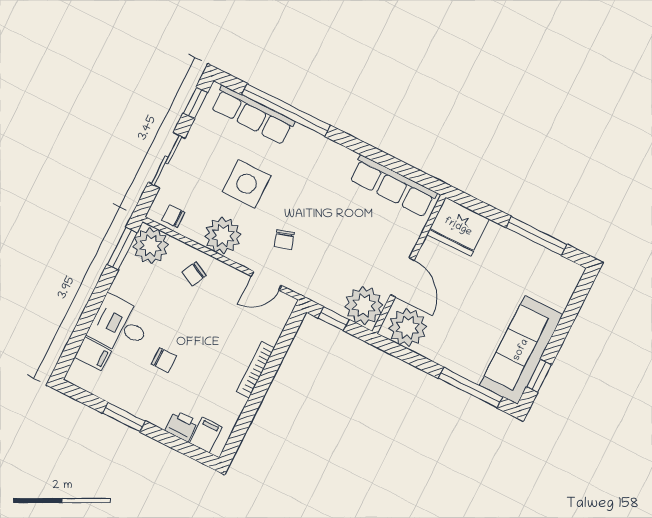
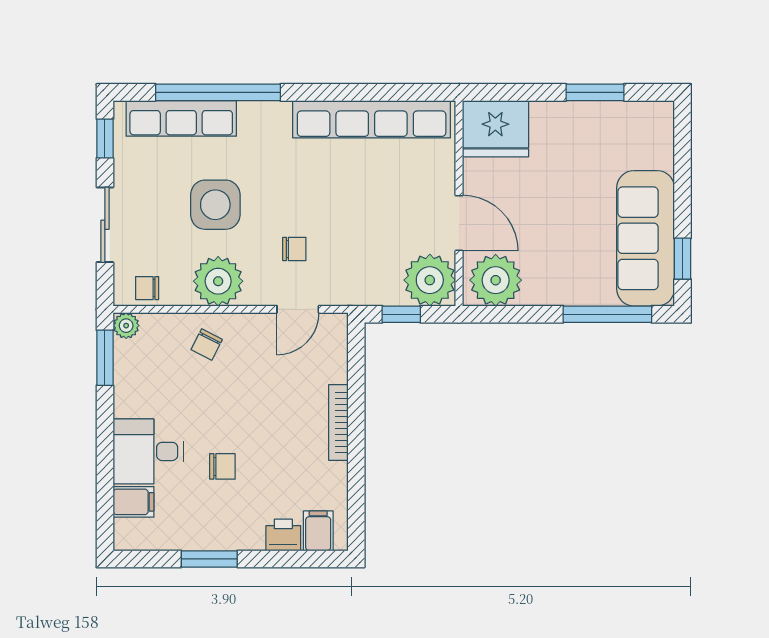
row of seats: (393, 186) -> (372, 119), width x1.36
window: (536, 236) -> (595, 92), width x0.69
chair: (284, 240) -> (294, 249), turned -73
plant: (151, 246) -> (126, 326), width x0.53, depth x0.53

